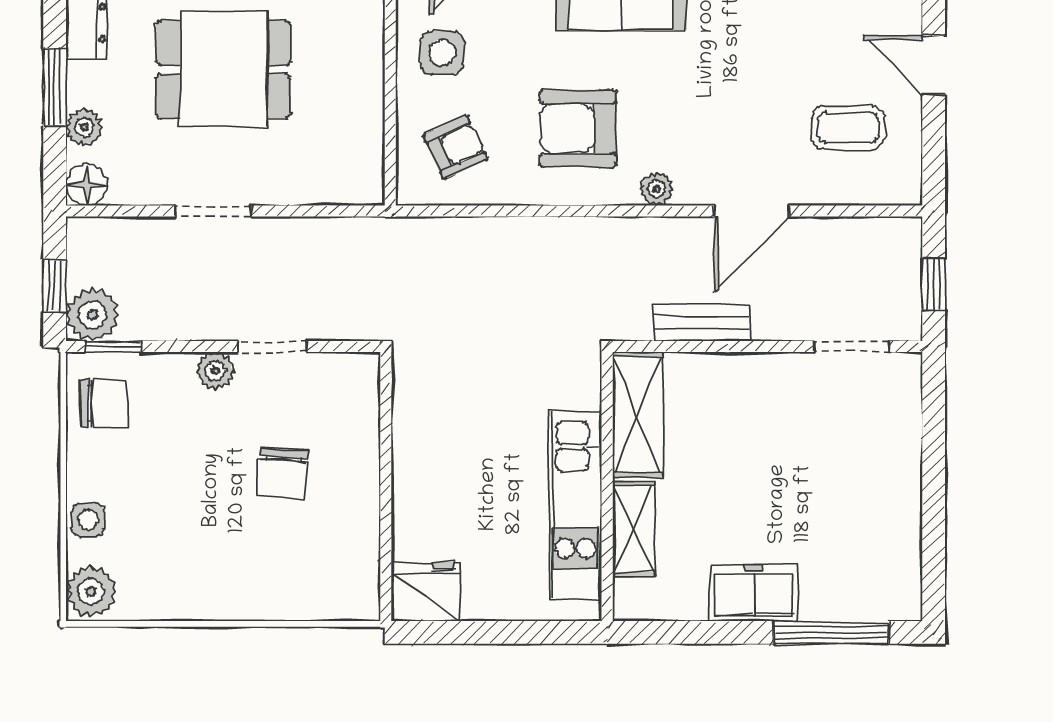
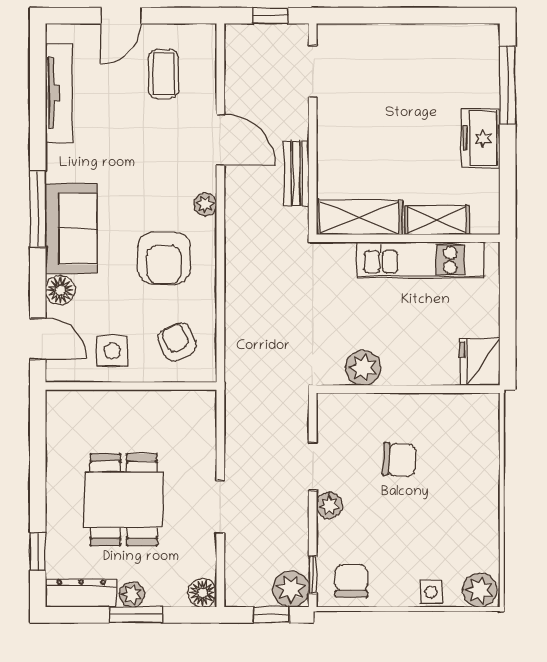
plant: (84, 127) -> (132, 595), moved
plant: (417, 420) -> (363, 368), added

